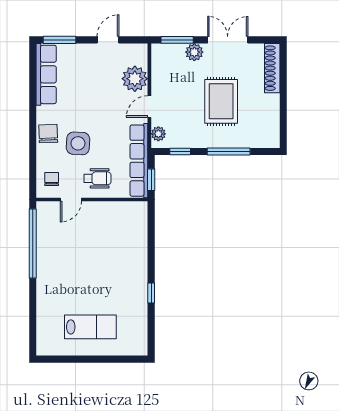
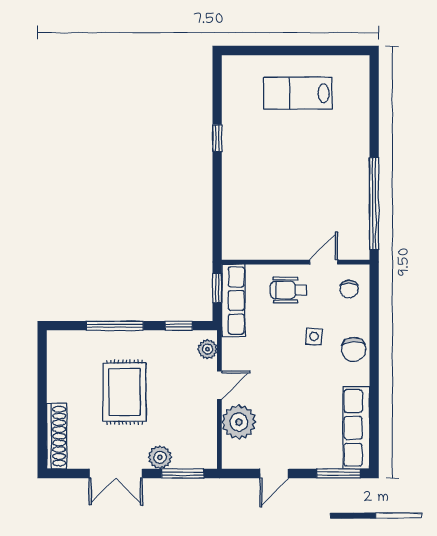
side table: (78, 143) -> (314, 336), width x0.54, depth x0.54
row of seats: (139, 161) -> (233, 300), width x0.73

